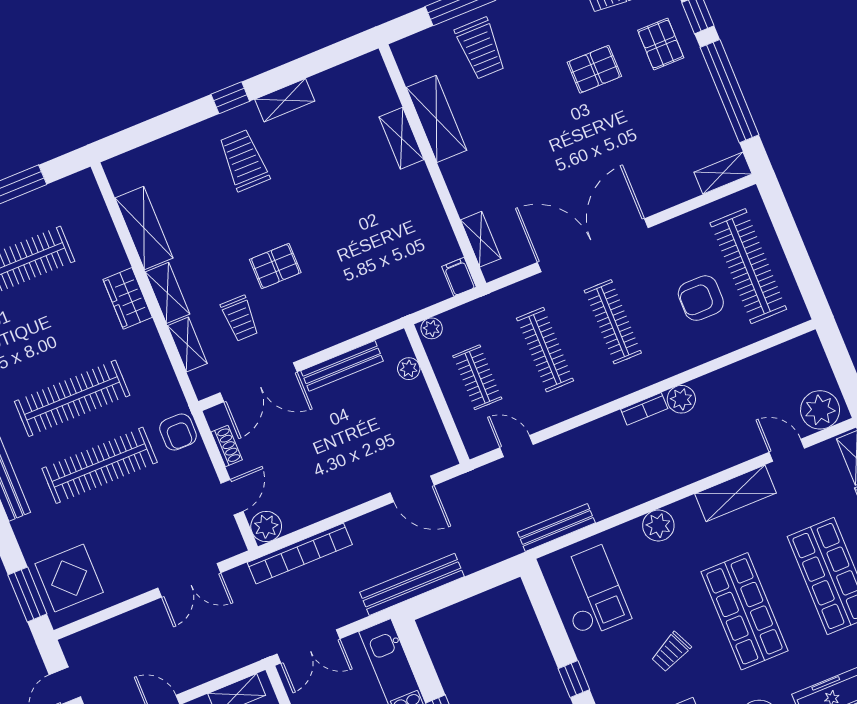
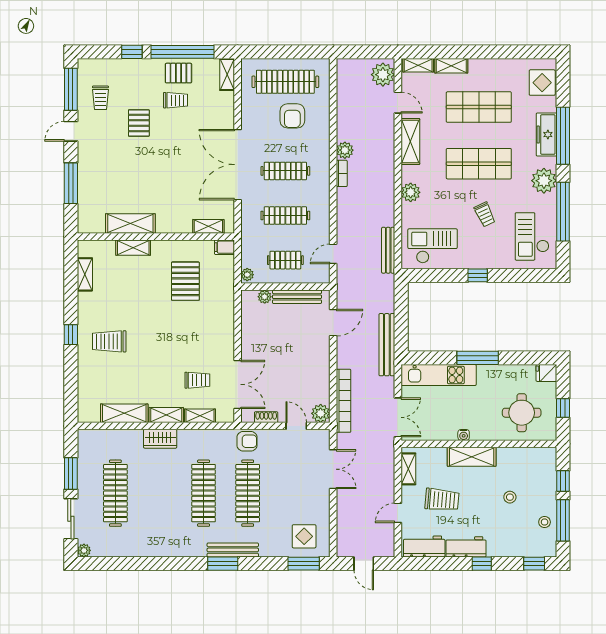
pallet: (661, 44) -> (178, 73), moved
trolley: (480, 48) -> (176, 100), moved, width x0.73, depth x0.72
shelving: (285, 100) -> (85, 274), moved
pallet: (275, 266) -> (185, 281), moved, width x1.50, depth x1.42
bench: (342, 366) -> (297, 297), moved, turned 90
door: (787, 450) -> (398, 103), swing flipped
display table: (69, 578) -> (304, 536), width x0.73, depth x0.73

